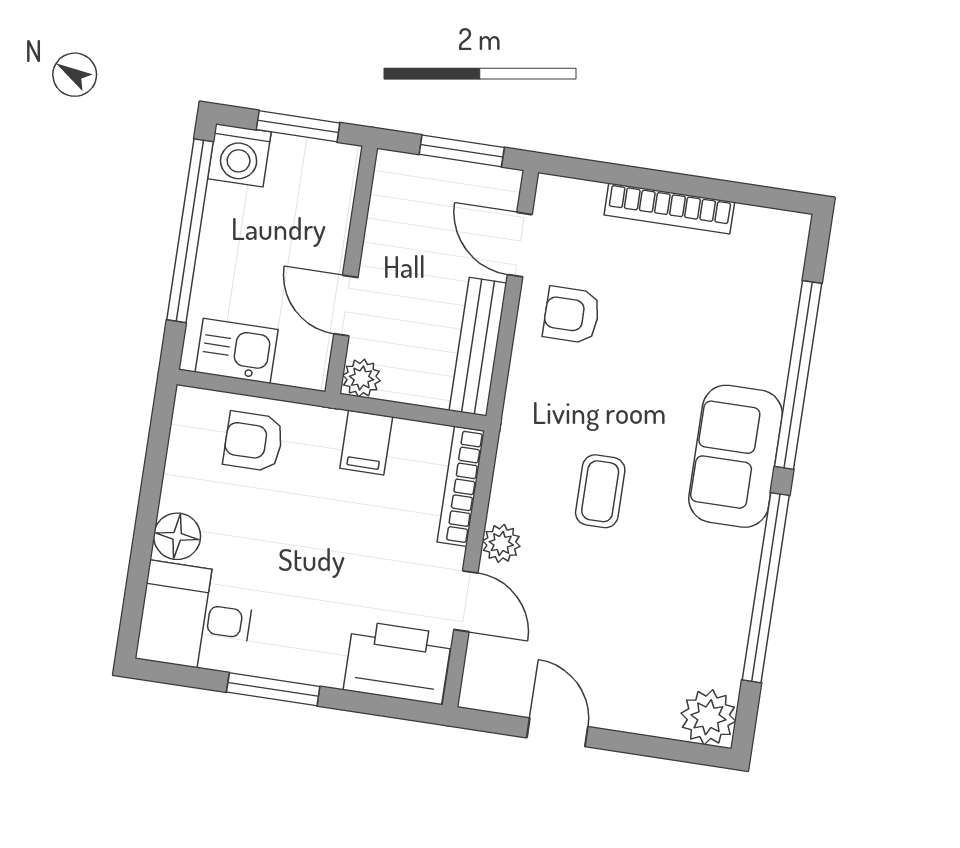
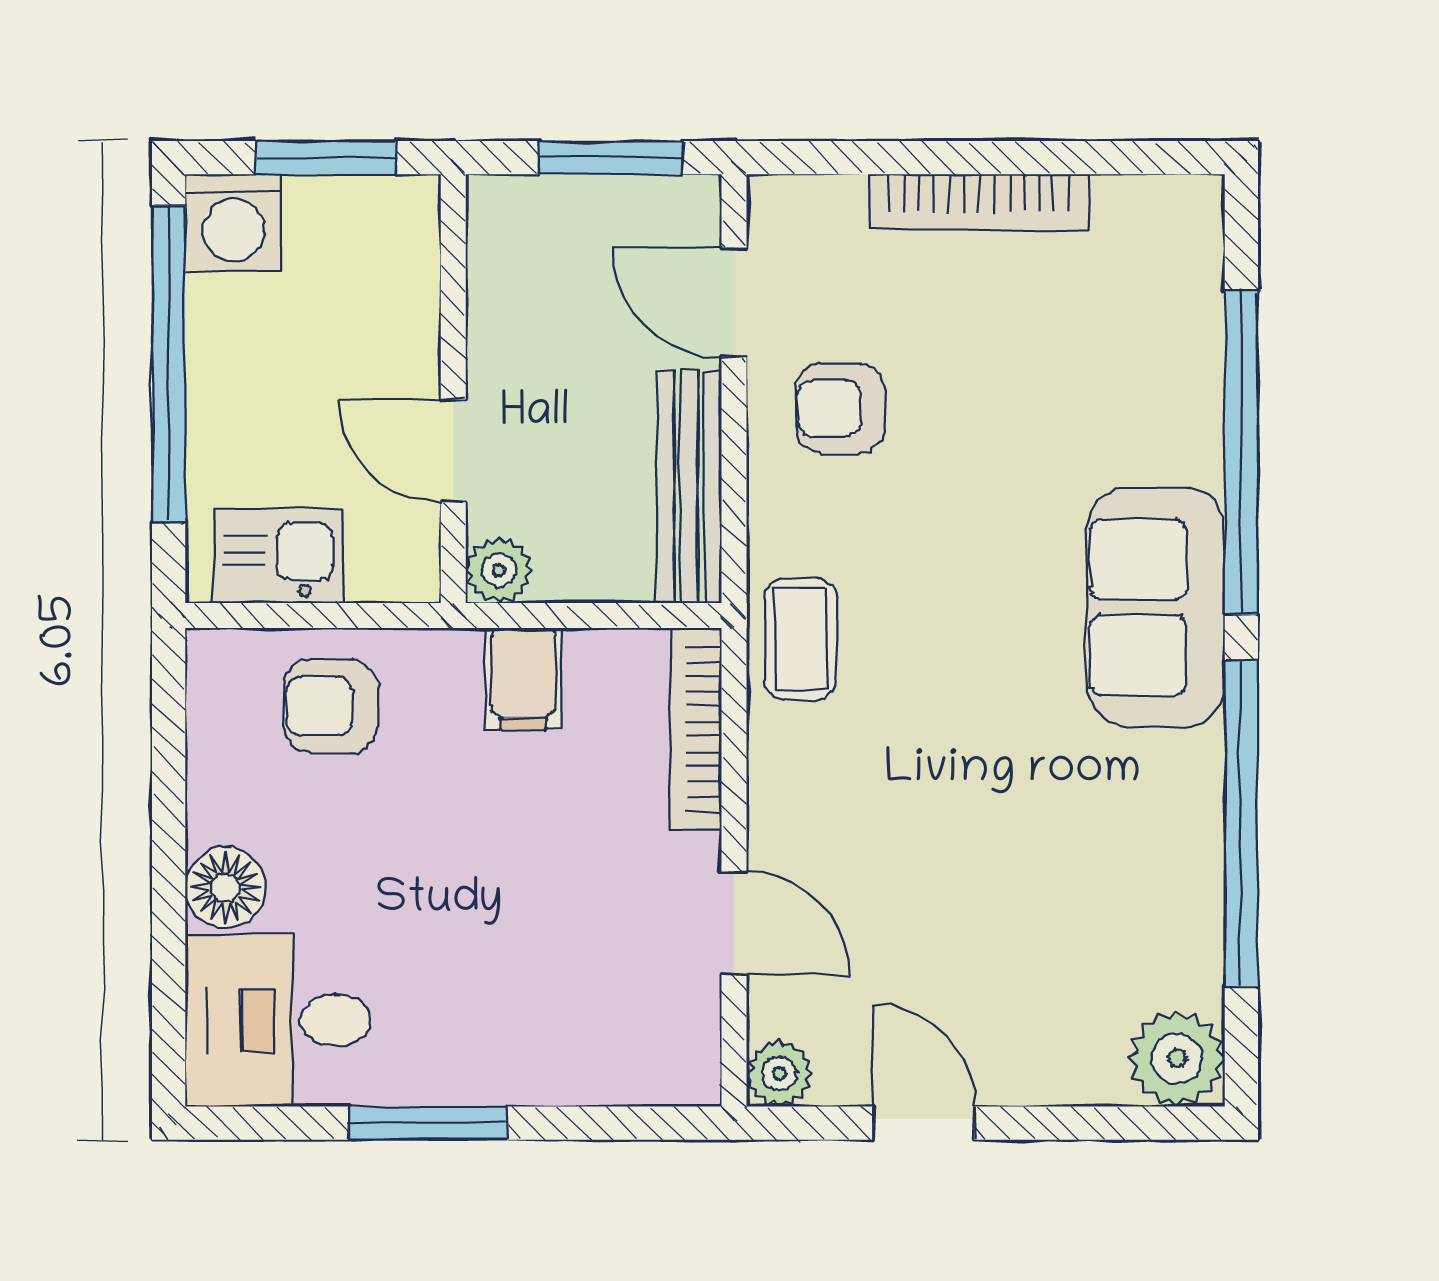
coffee table: (600, 491) -> (801, 639), moved
plant: (501, 543) -> (779, 1074), moved
printer: (398, 662) -> (634, 1045), removed

